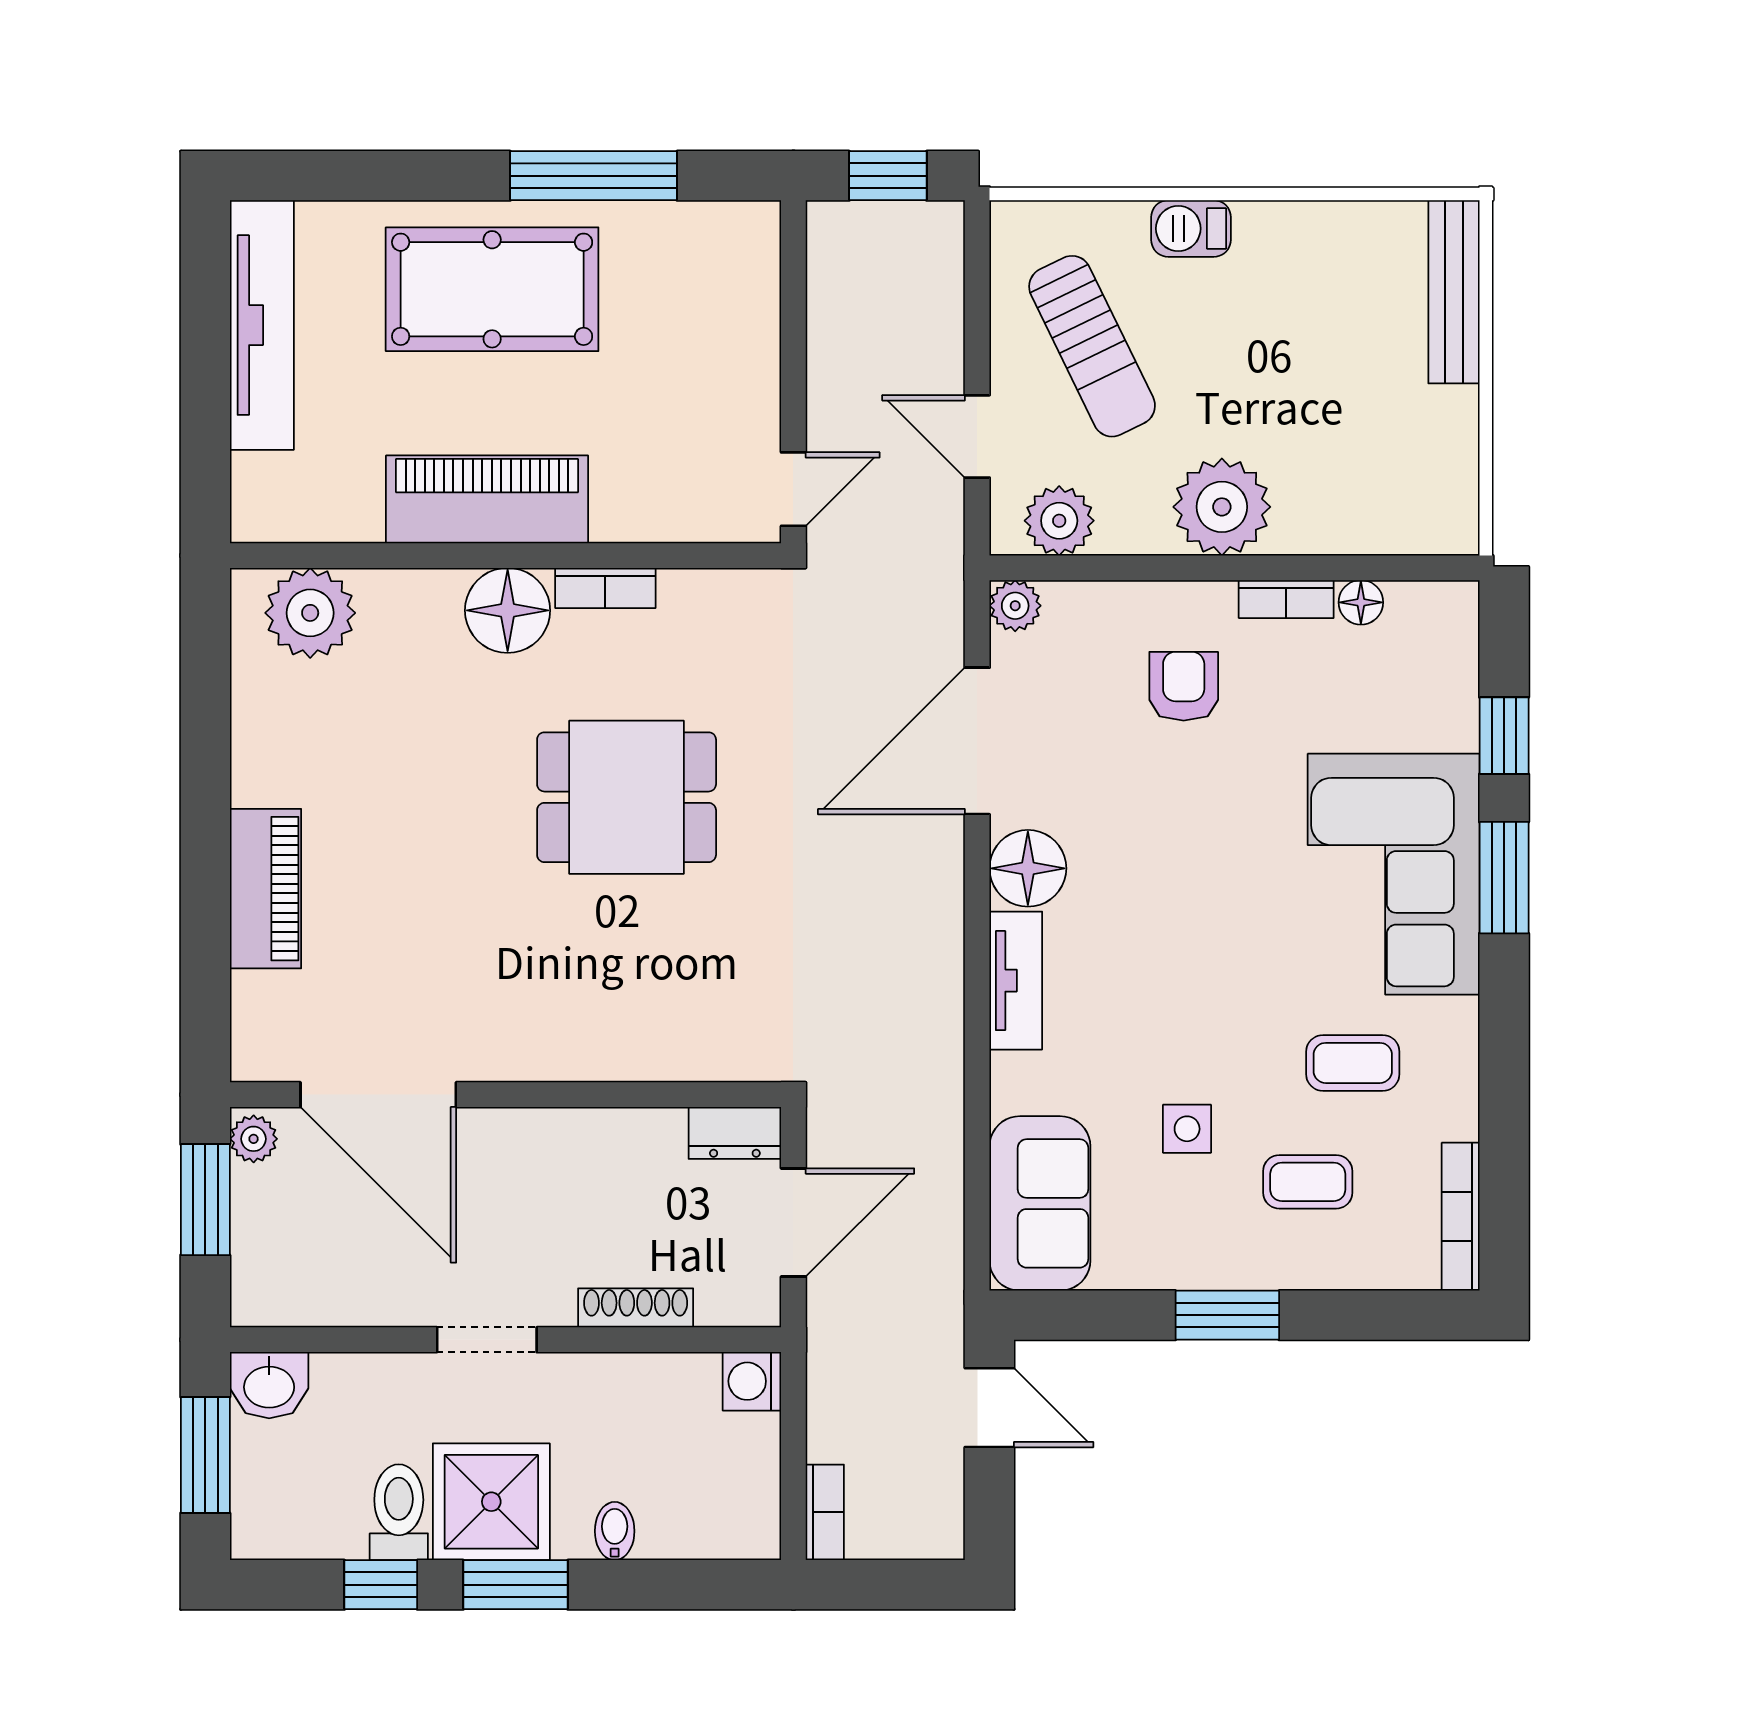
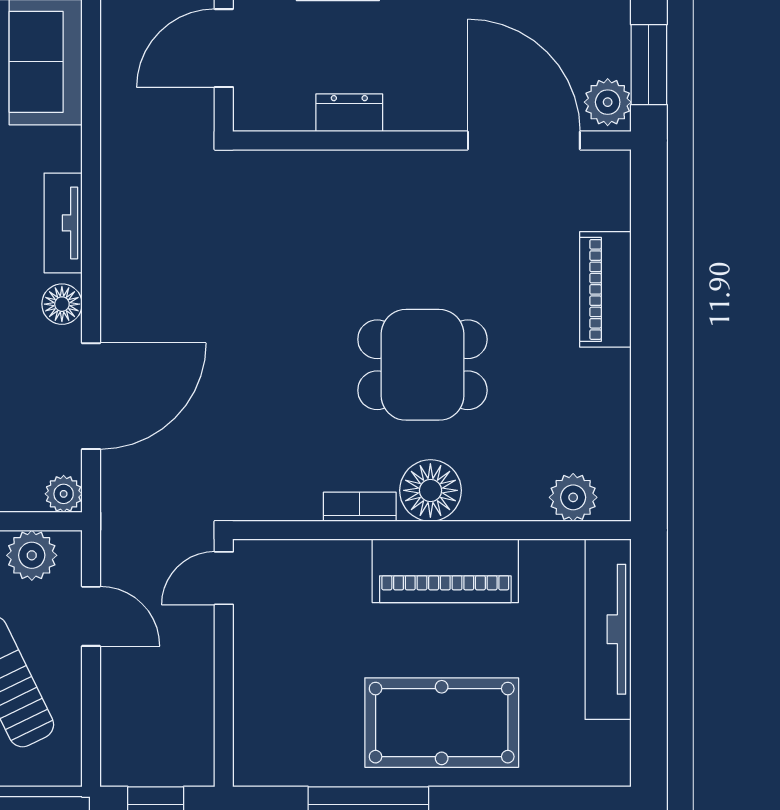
tv unit: (262, 325) -> (608, 629), moved
plant: (310, 613) -> (573, 497), width x0.73, depth x0.73
dining table: (627, 797) -> (422, 365), moved
floor lamp: (1028, 868) -> (62, 304), width x0.73, depth x0.73
dresser: (735, 1133) -> (349, 113), moved
plant: (254, 1139) -> (608, 102), width x1.38, depth x1.38

